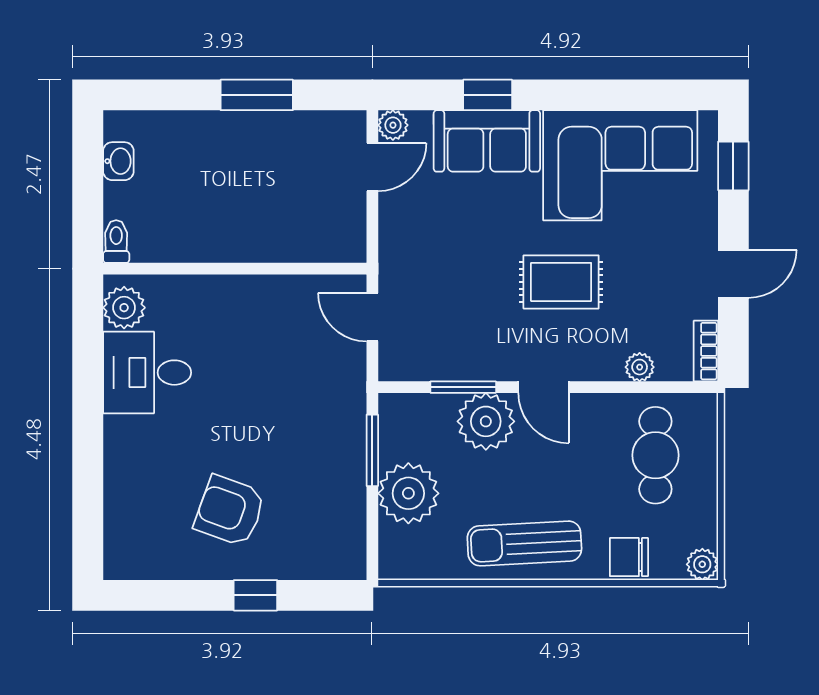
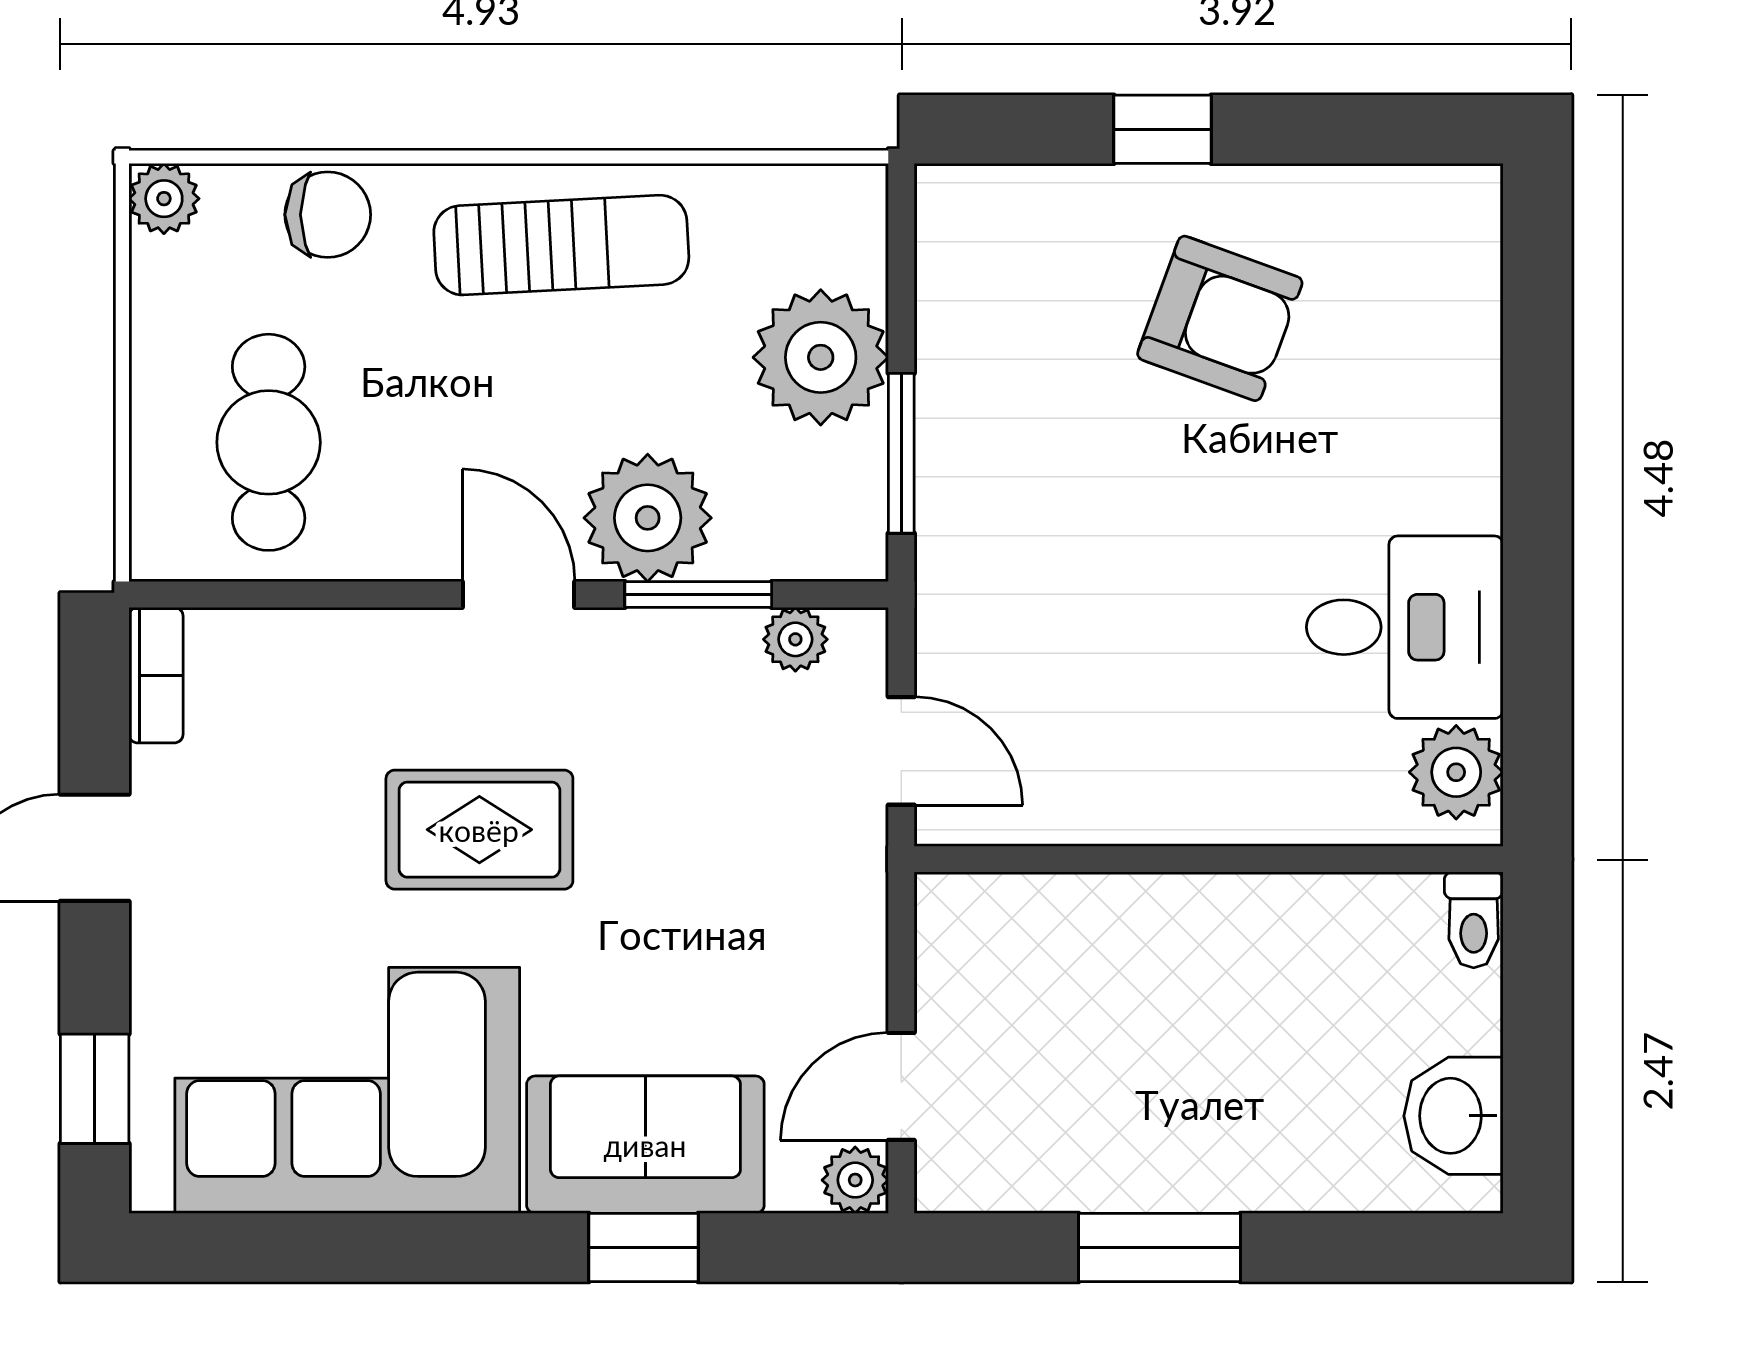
washbasin: (118, 161) -> (1453, 1116), width x1.38, depth x1.45
plant: (640, 367) -> (795, 639), moved

